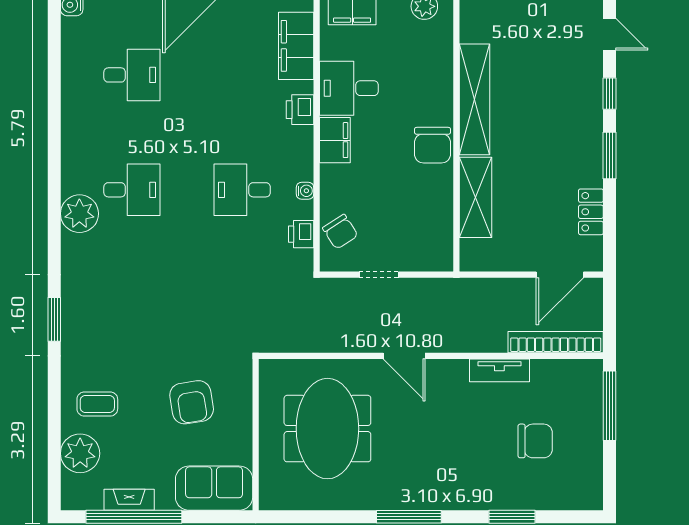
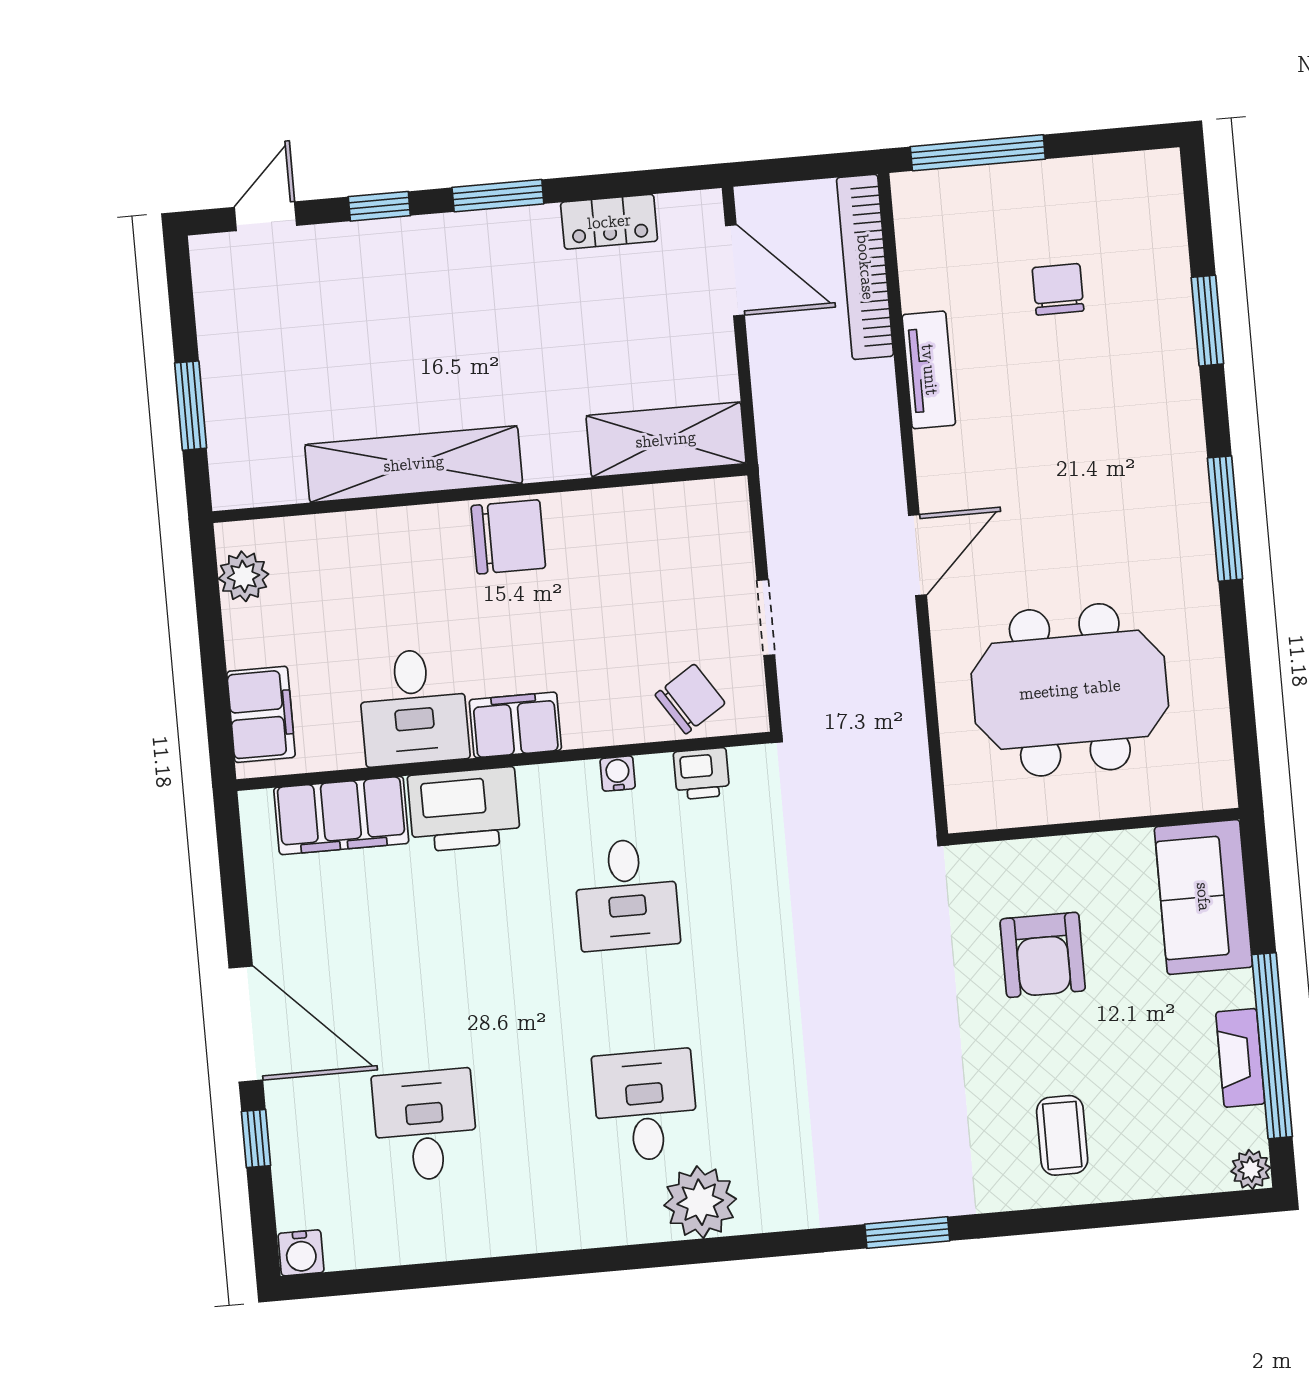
printer: (300, 110) -> (464, 810), width x1.87, depth x1.48
shelving: (476, 197) -> (666, 440), moved
armchair: (192, 402) -> (1043, 955), turned 99
chair: (535, 441) -> (1058, 289), width x0.73, depth x0.73
plant: (80, 453) -> (1251, 1169), moved, width x0.53, depth x0.53

